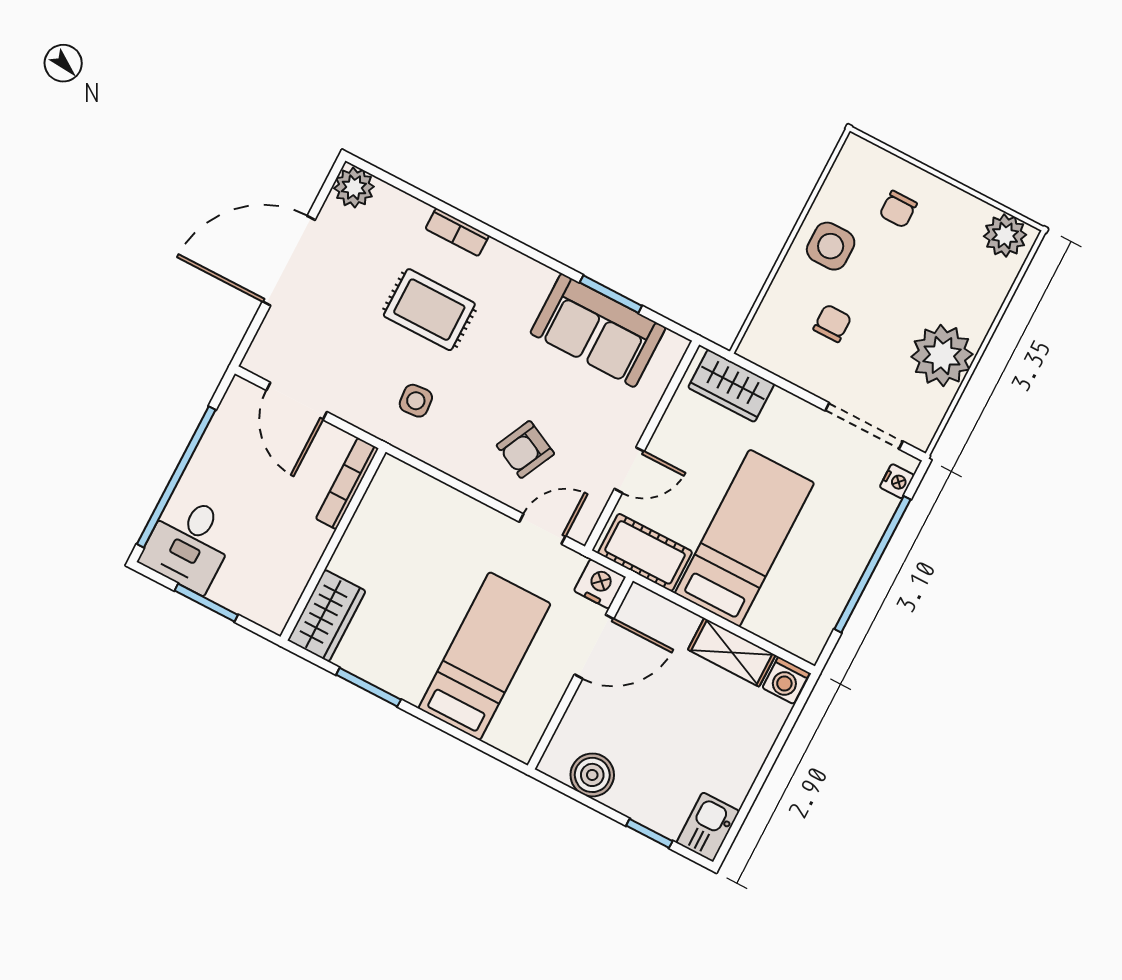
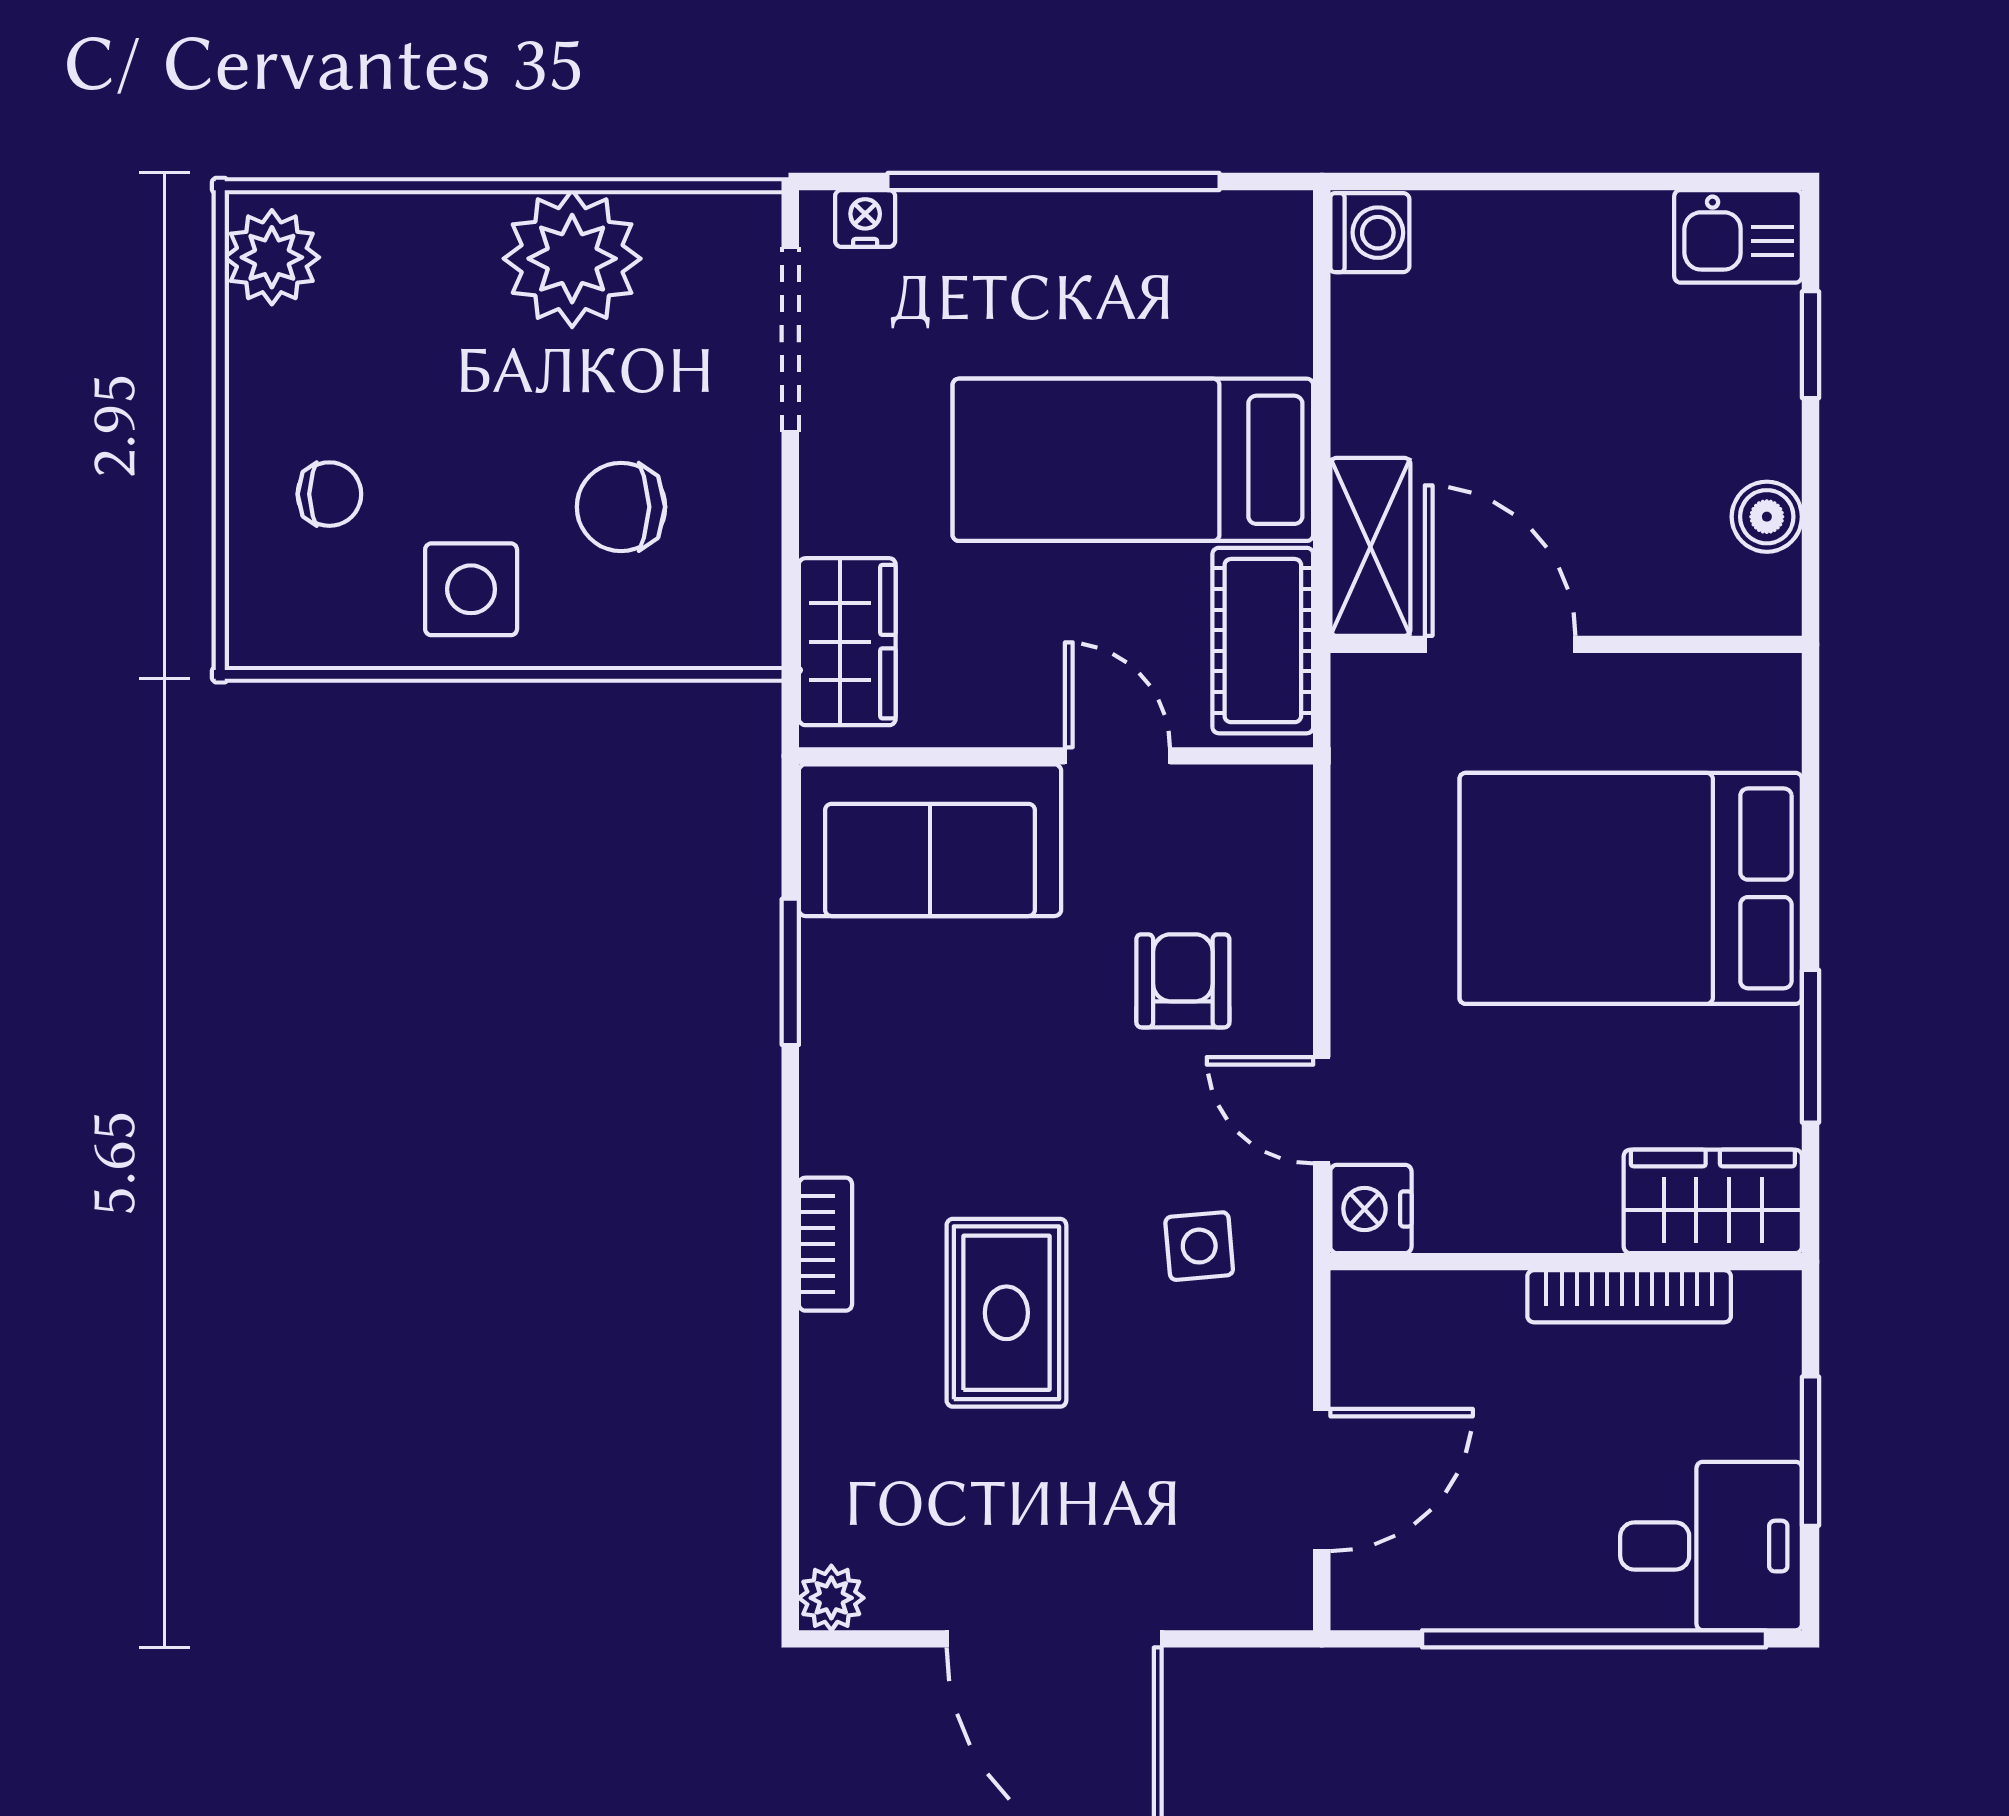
plant: (354, 187) -> (831, 1598), width x0.73, depth x0.73
bookcase: (457, 232) -> (825, 1244), moved
chair: (832, 323) -> (621, 507), width x1.37, depth x1.37
sofa: (598, 330) -> (930, 840), moved, turned 90
armchair: (525, 449) -> (1183, 981), turned -116
bookcase: (347, 484) -> (1629, 1296), moved
door: (542, 529) -> (1322, 1110), moved
nightstand: (600, 584) -> (1371, 1209), moved
shelving: (732, 652) -> (1370, 547), moved
bed: (485, 656) -> (1631, 888), width x1.50
boiler: (592, 775) -> (1767, 517), width x0.73, depth x0.73

